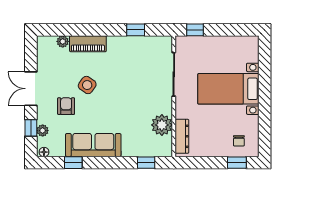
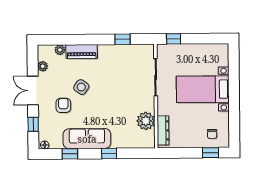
plant: (43, 131) -> (43, 66), moved
window: (146, 163) -> (109, 153), moved

